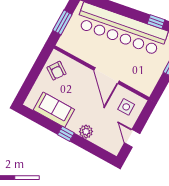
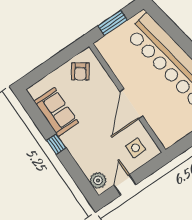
plant: (86, 132) -> (98, 180), moved

